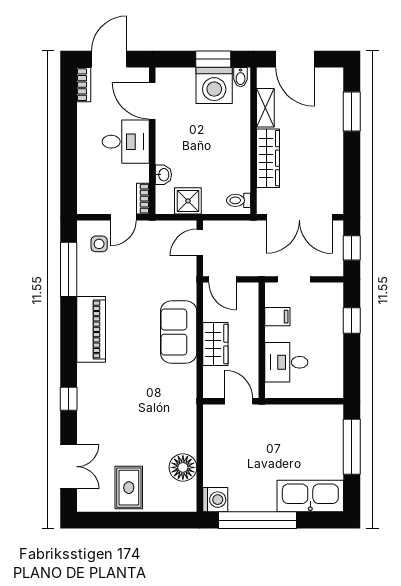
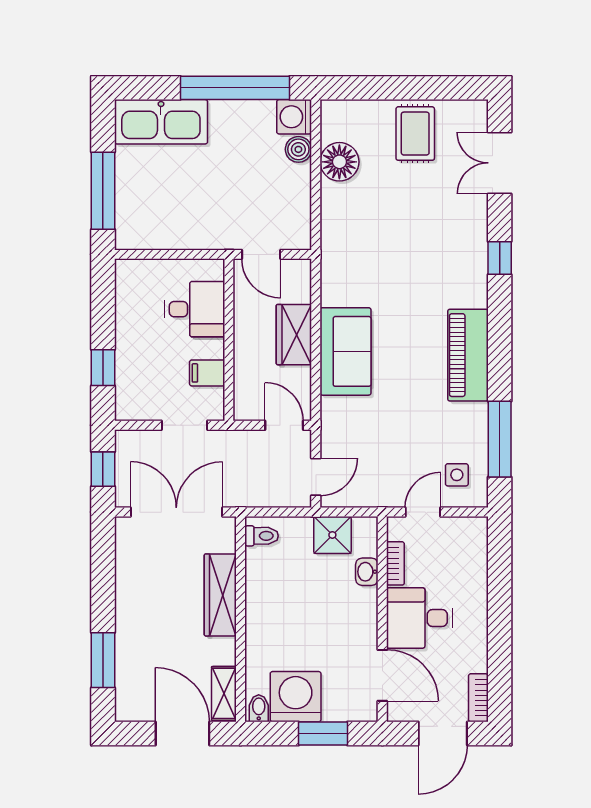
window: (213, 59) -> (323, 734), moved
shelving: (265, 108) -> (224, 693), moved
bookcase: (143, 199) -> (395, 563), moved
boiler: (212, 476) -> (298, 149), added

